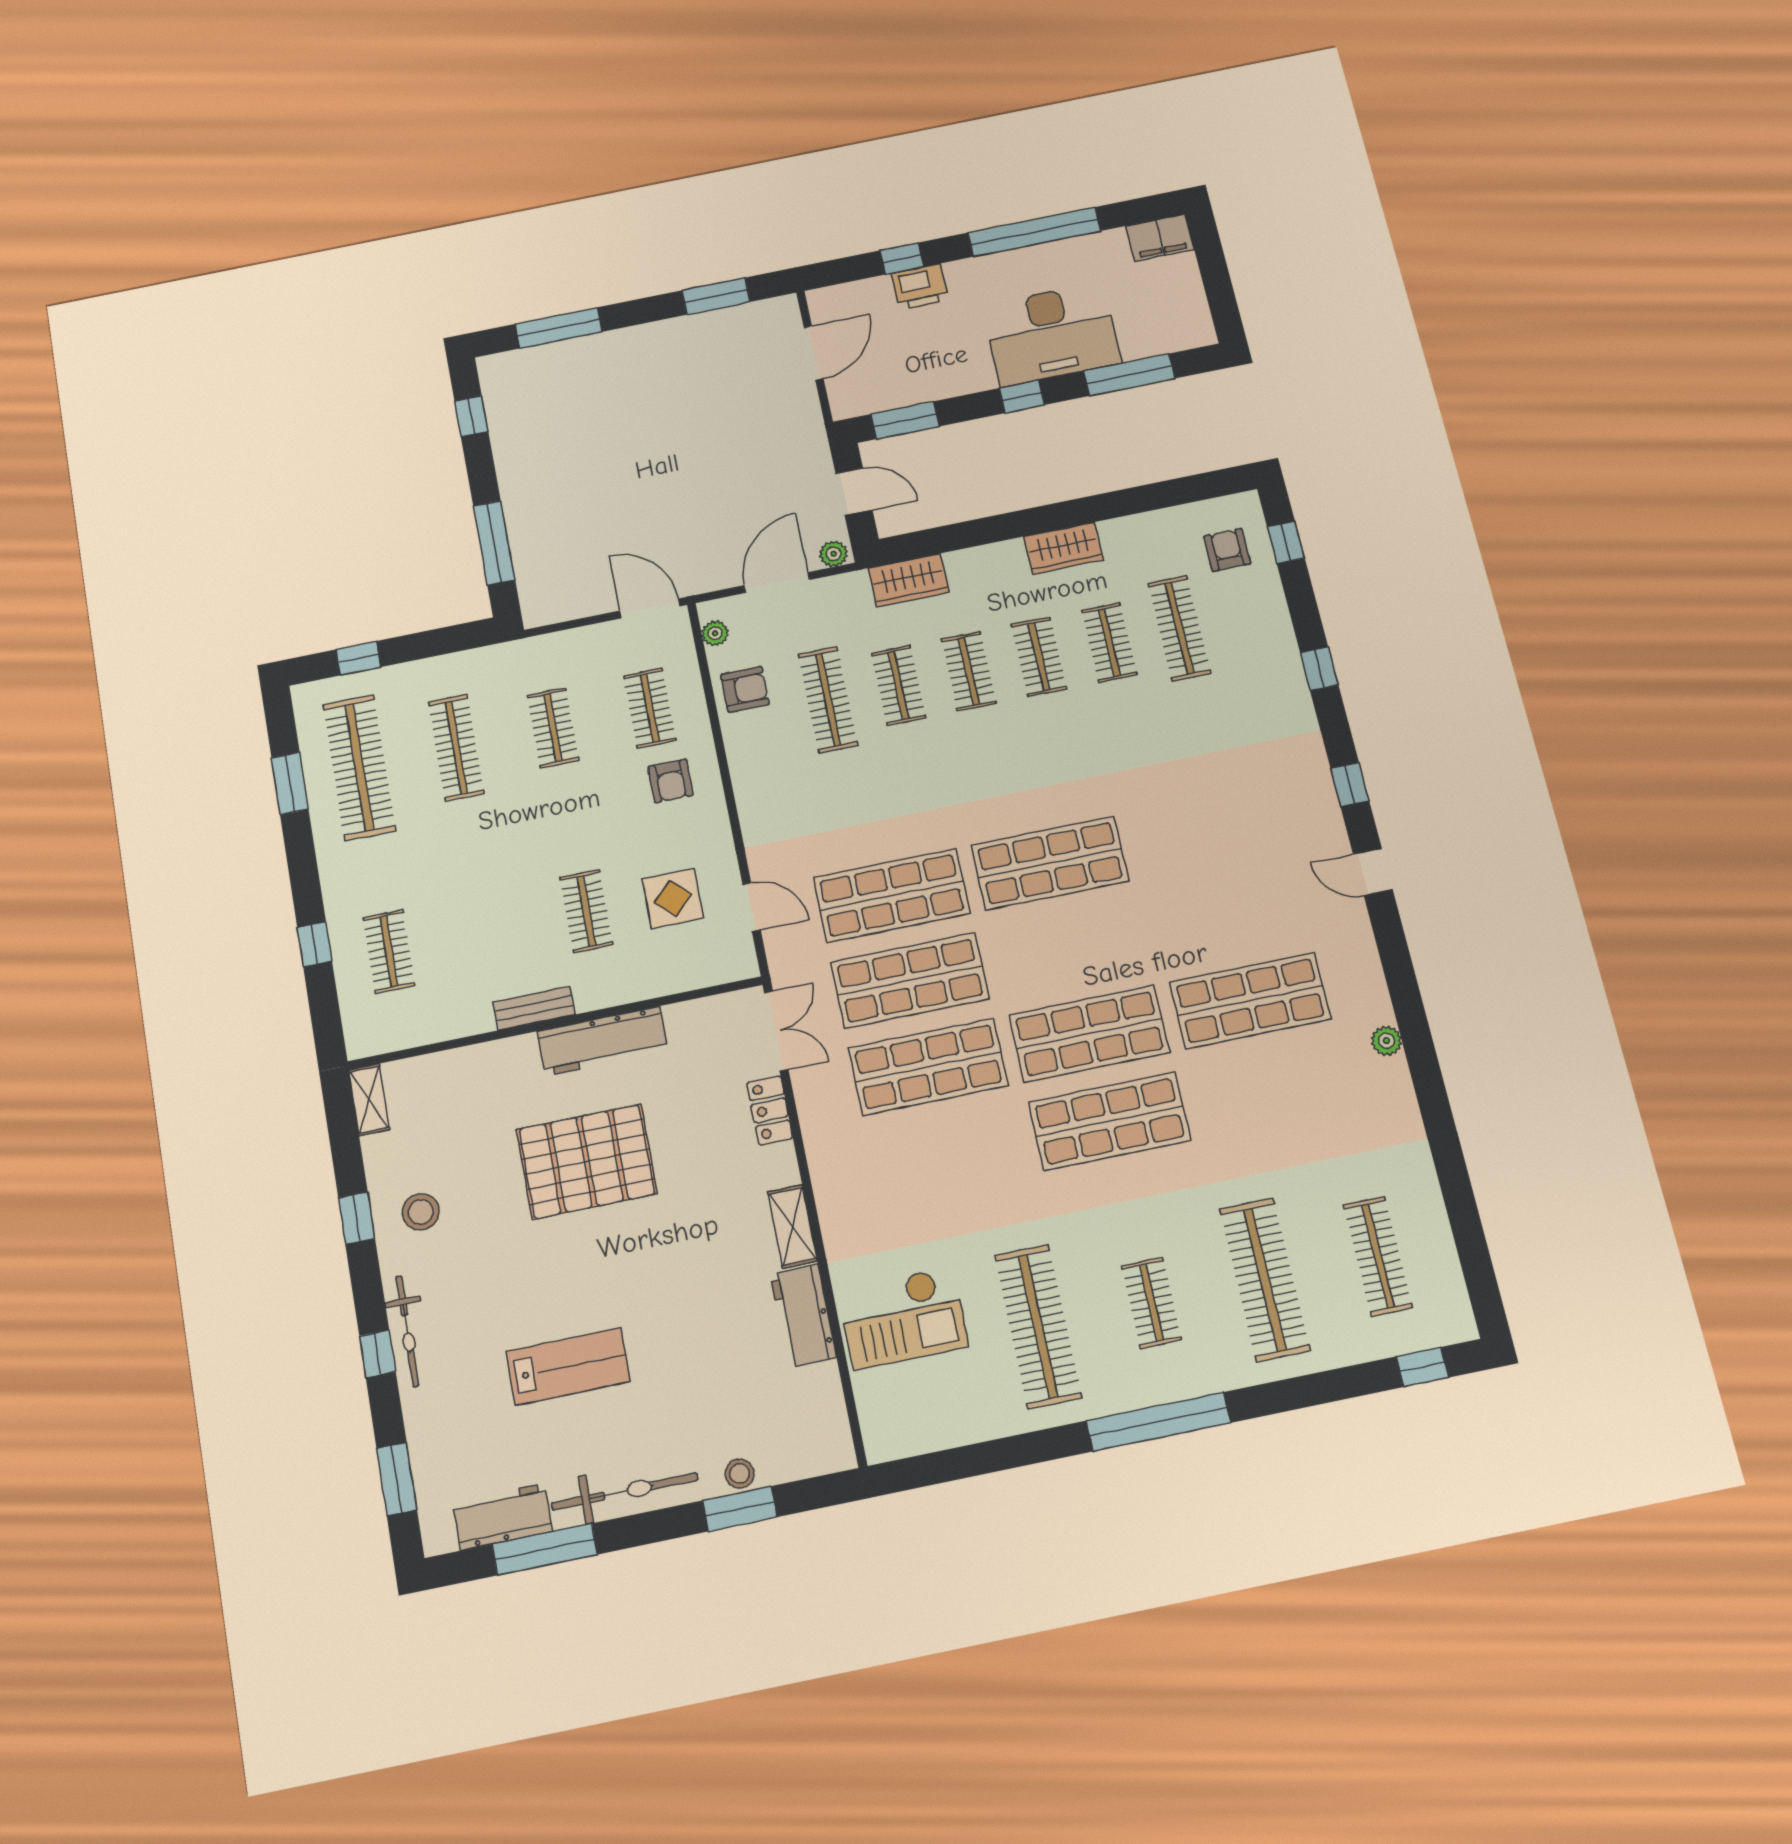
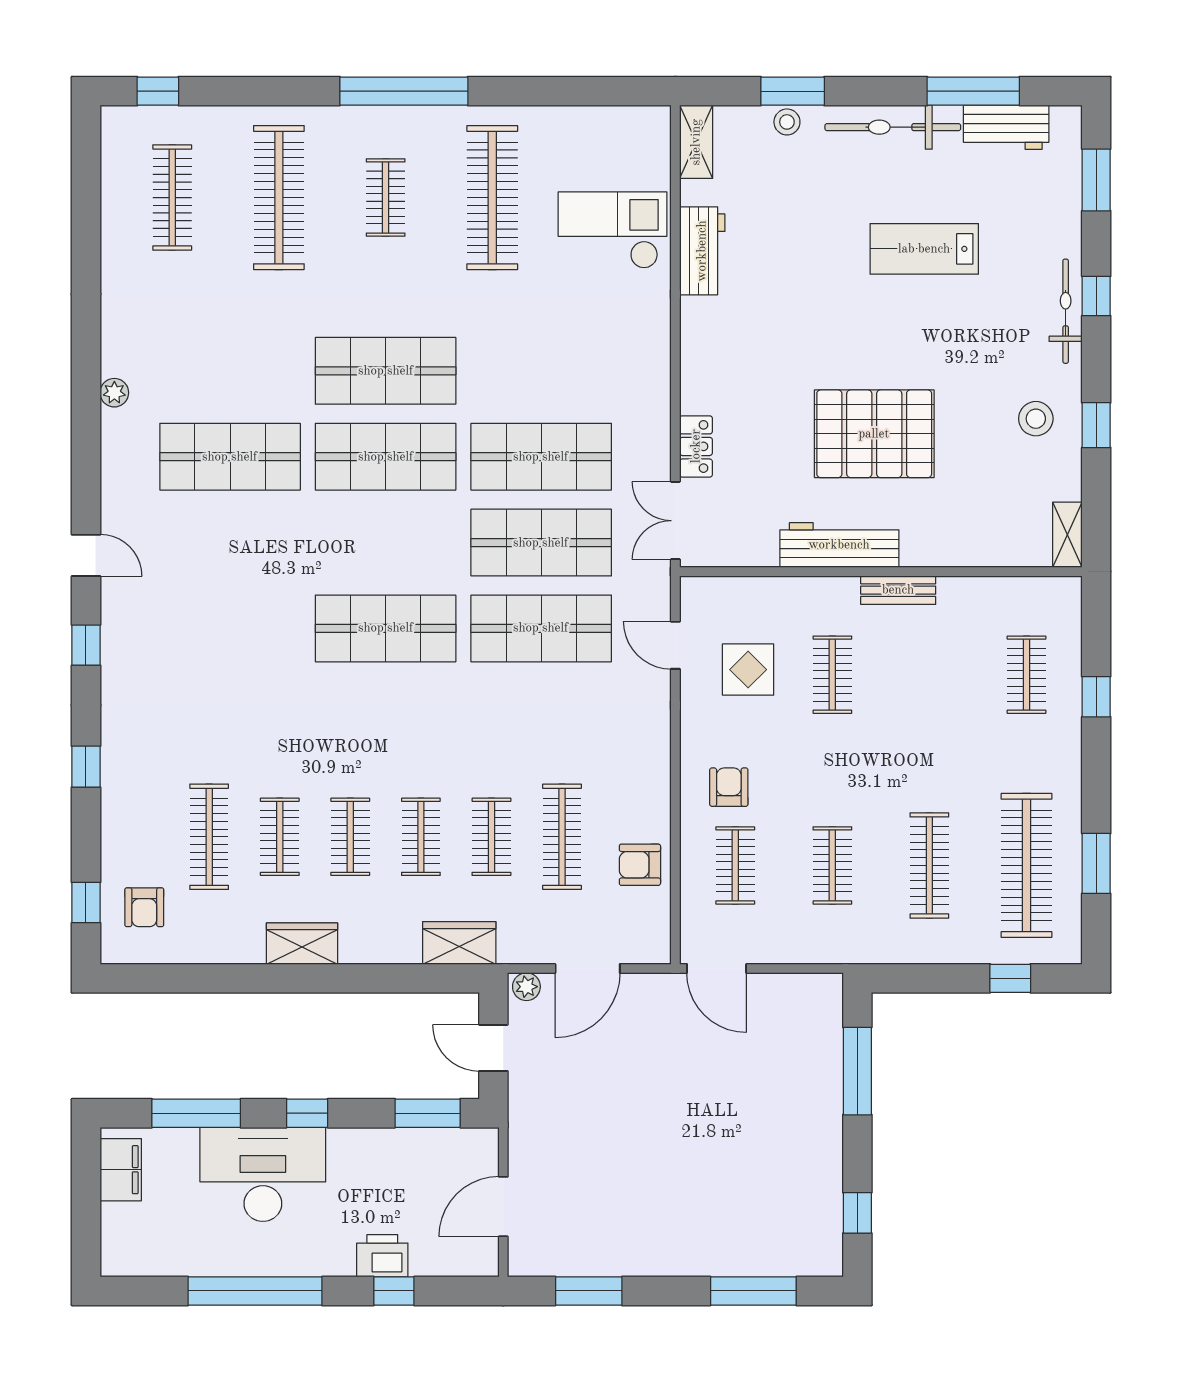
filing cabinet: (1160, 238) -> (121, 1170), moved, turned 90
plant: (715, 633) -> (658, 929), removed
shelving: (792, 1226) -> (696, 142), moved

